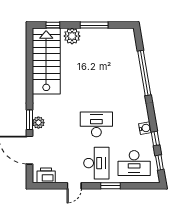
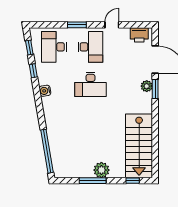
plant: (72, 36) -> (101, 170), moved
window: (144, 73) -> (47, 151), moved
water cooler: (145, 128) -> (45, 91), moved
desk: (96, 163) -> (91, 47), turned 180
desk: (134, 163) -> (54, 47), turned -90

